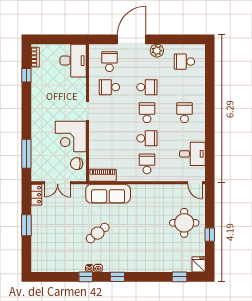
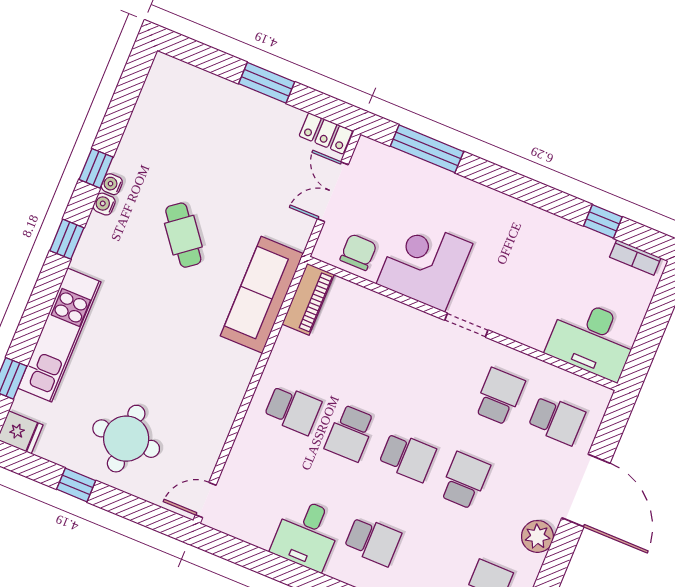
school desk: (147, 87) -> (465, 480), turned 180
desk: (192, 154) -> (307, 534), moved
kitchen unit: (155, 265) -> (59, 335), added

